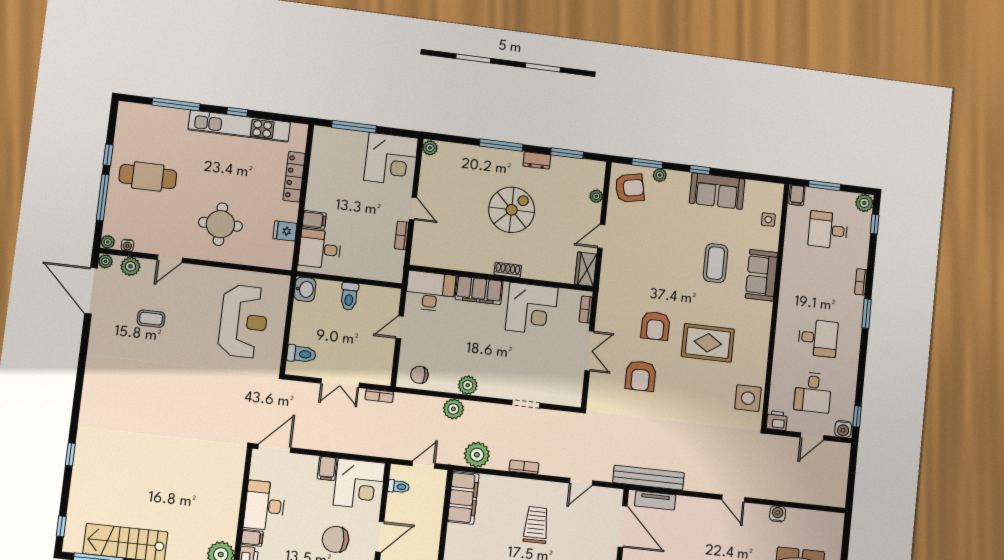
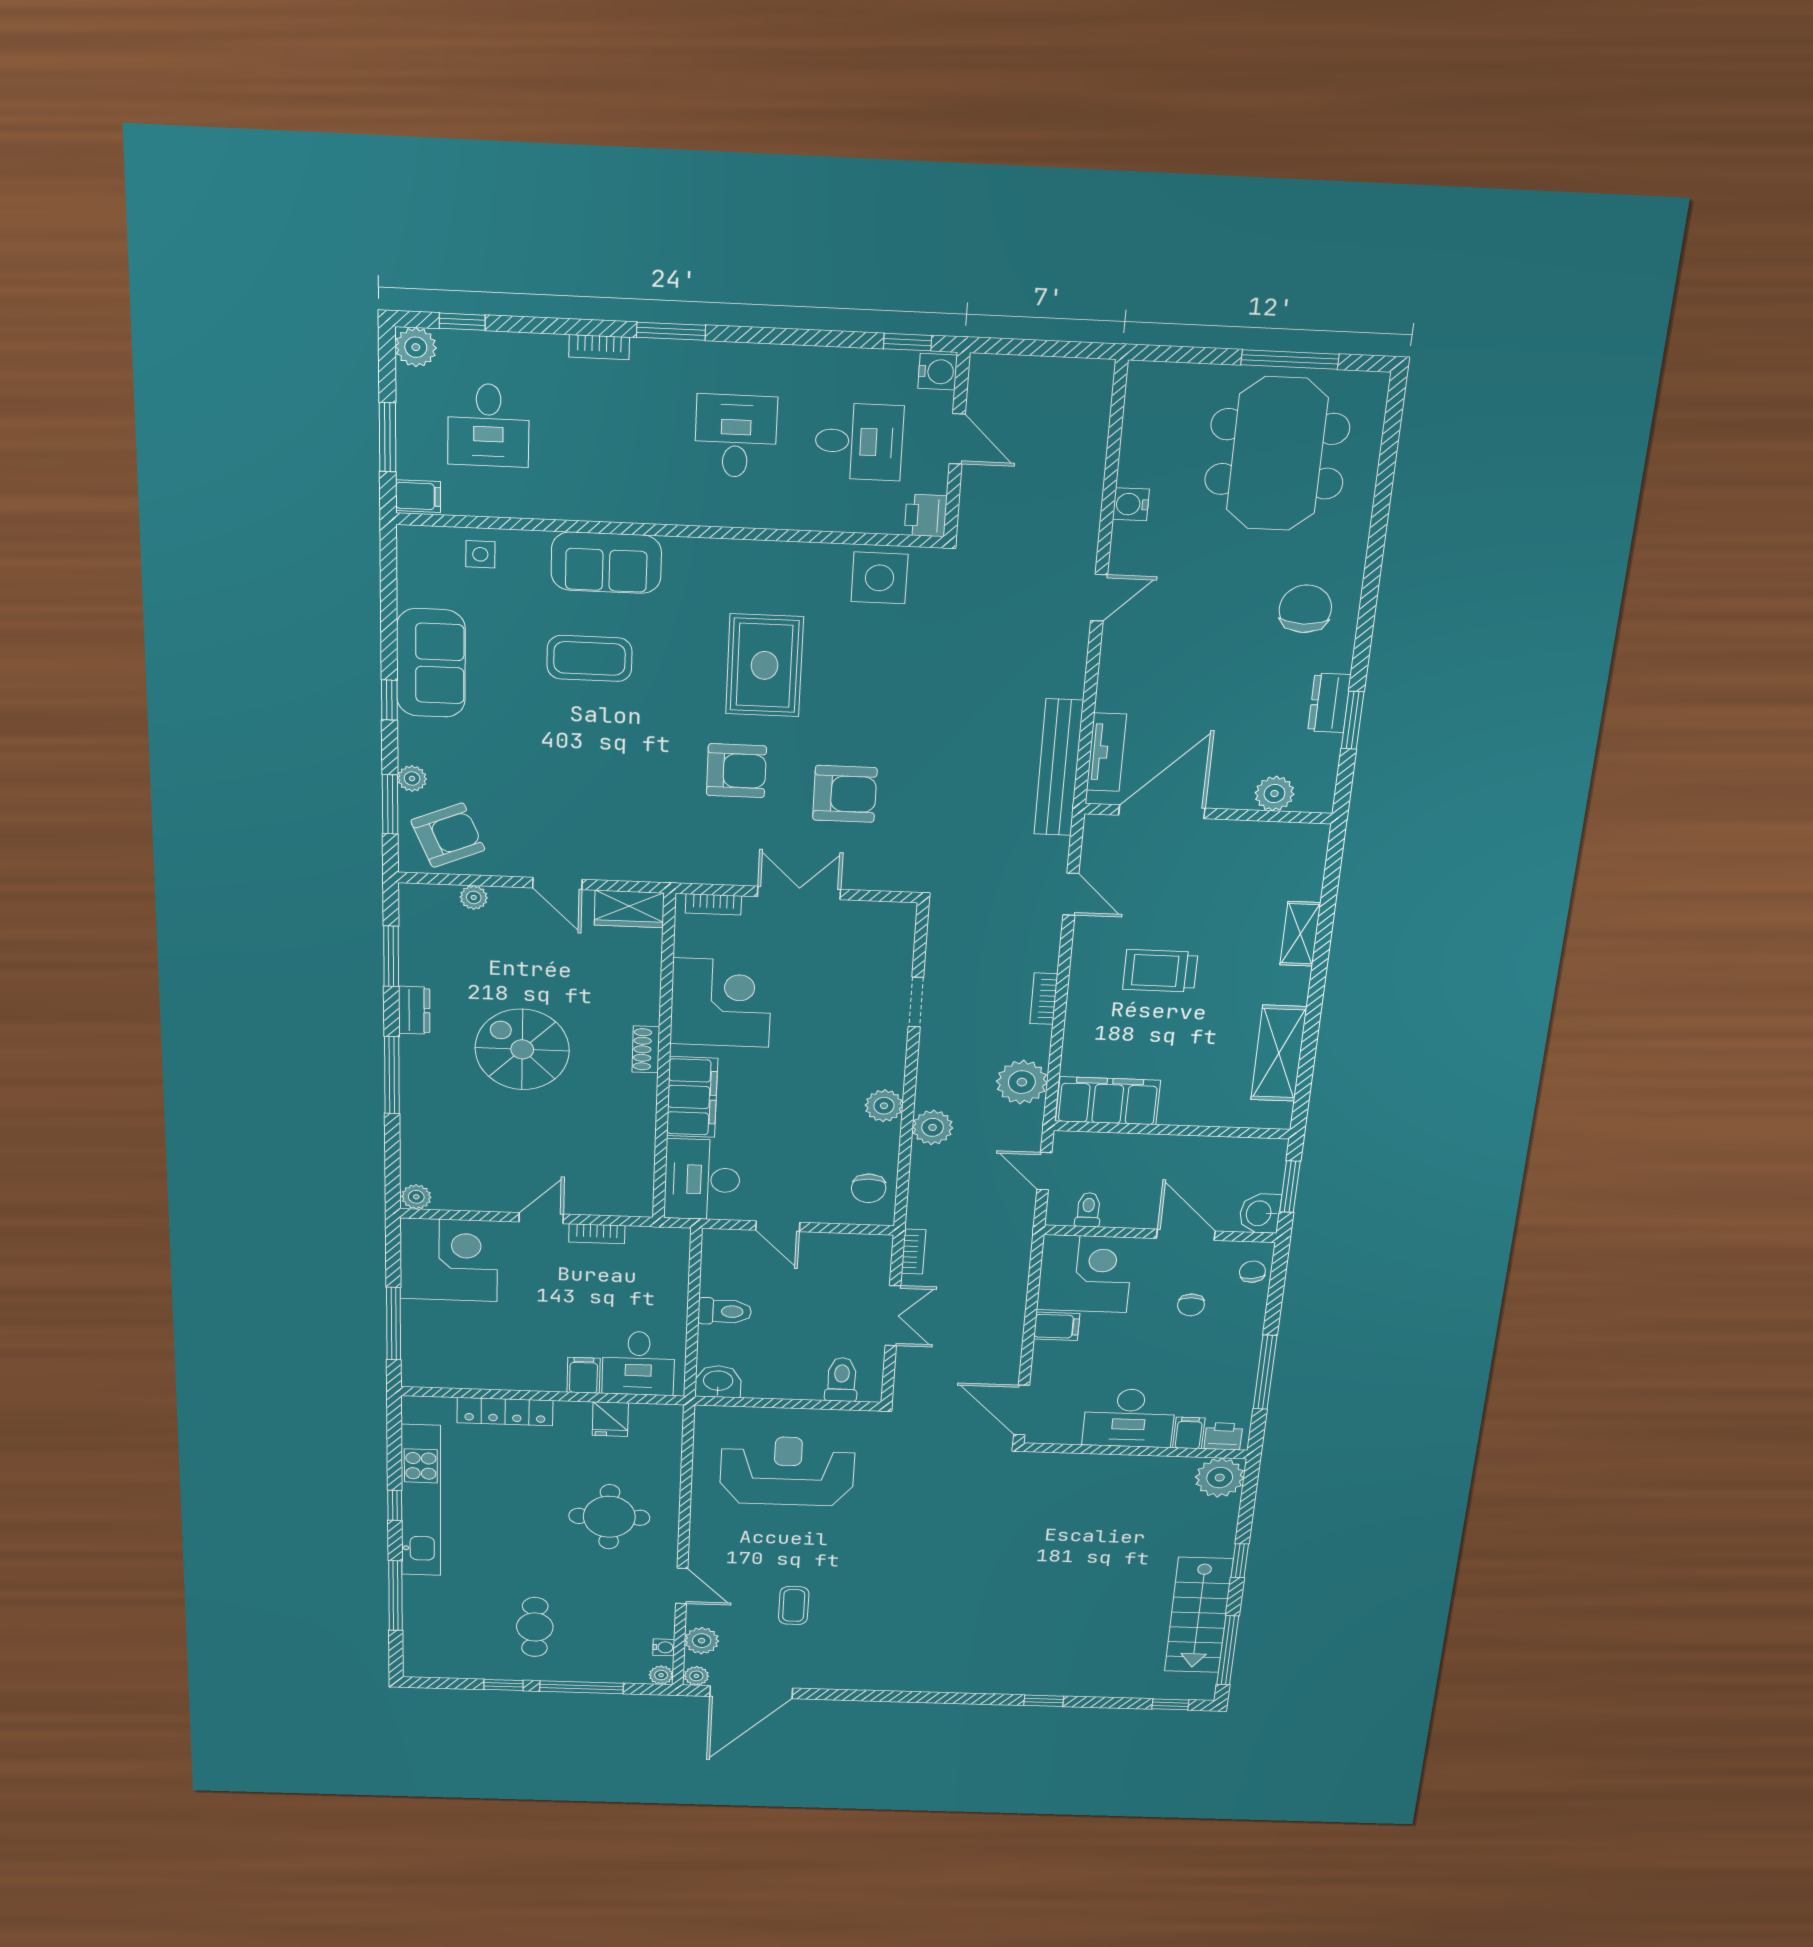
cafe table: (148, 177) -> (535, 1627), width x0.73, depth x0.74
armchair: (630, 188) -> (448, 835), turned 79
chair: (336, 539) -> (1191, 1305), width x0.54, depth x0.54

